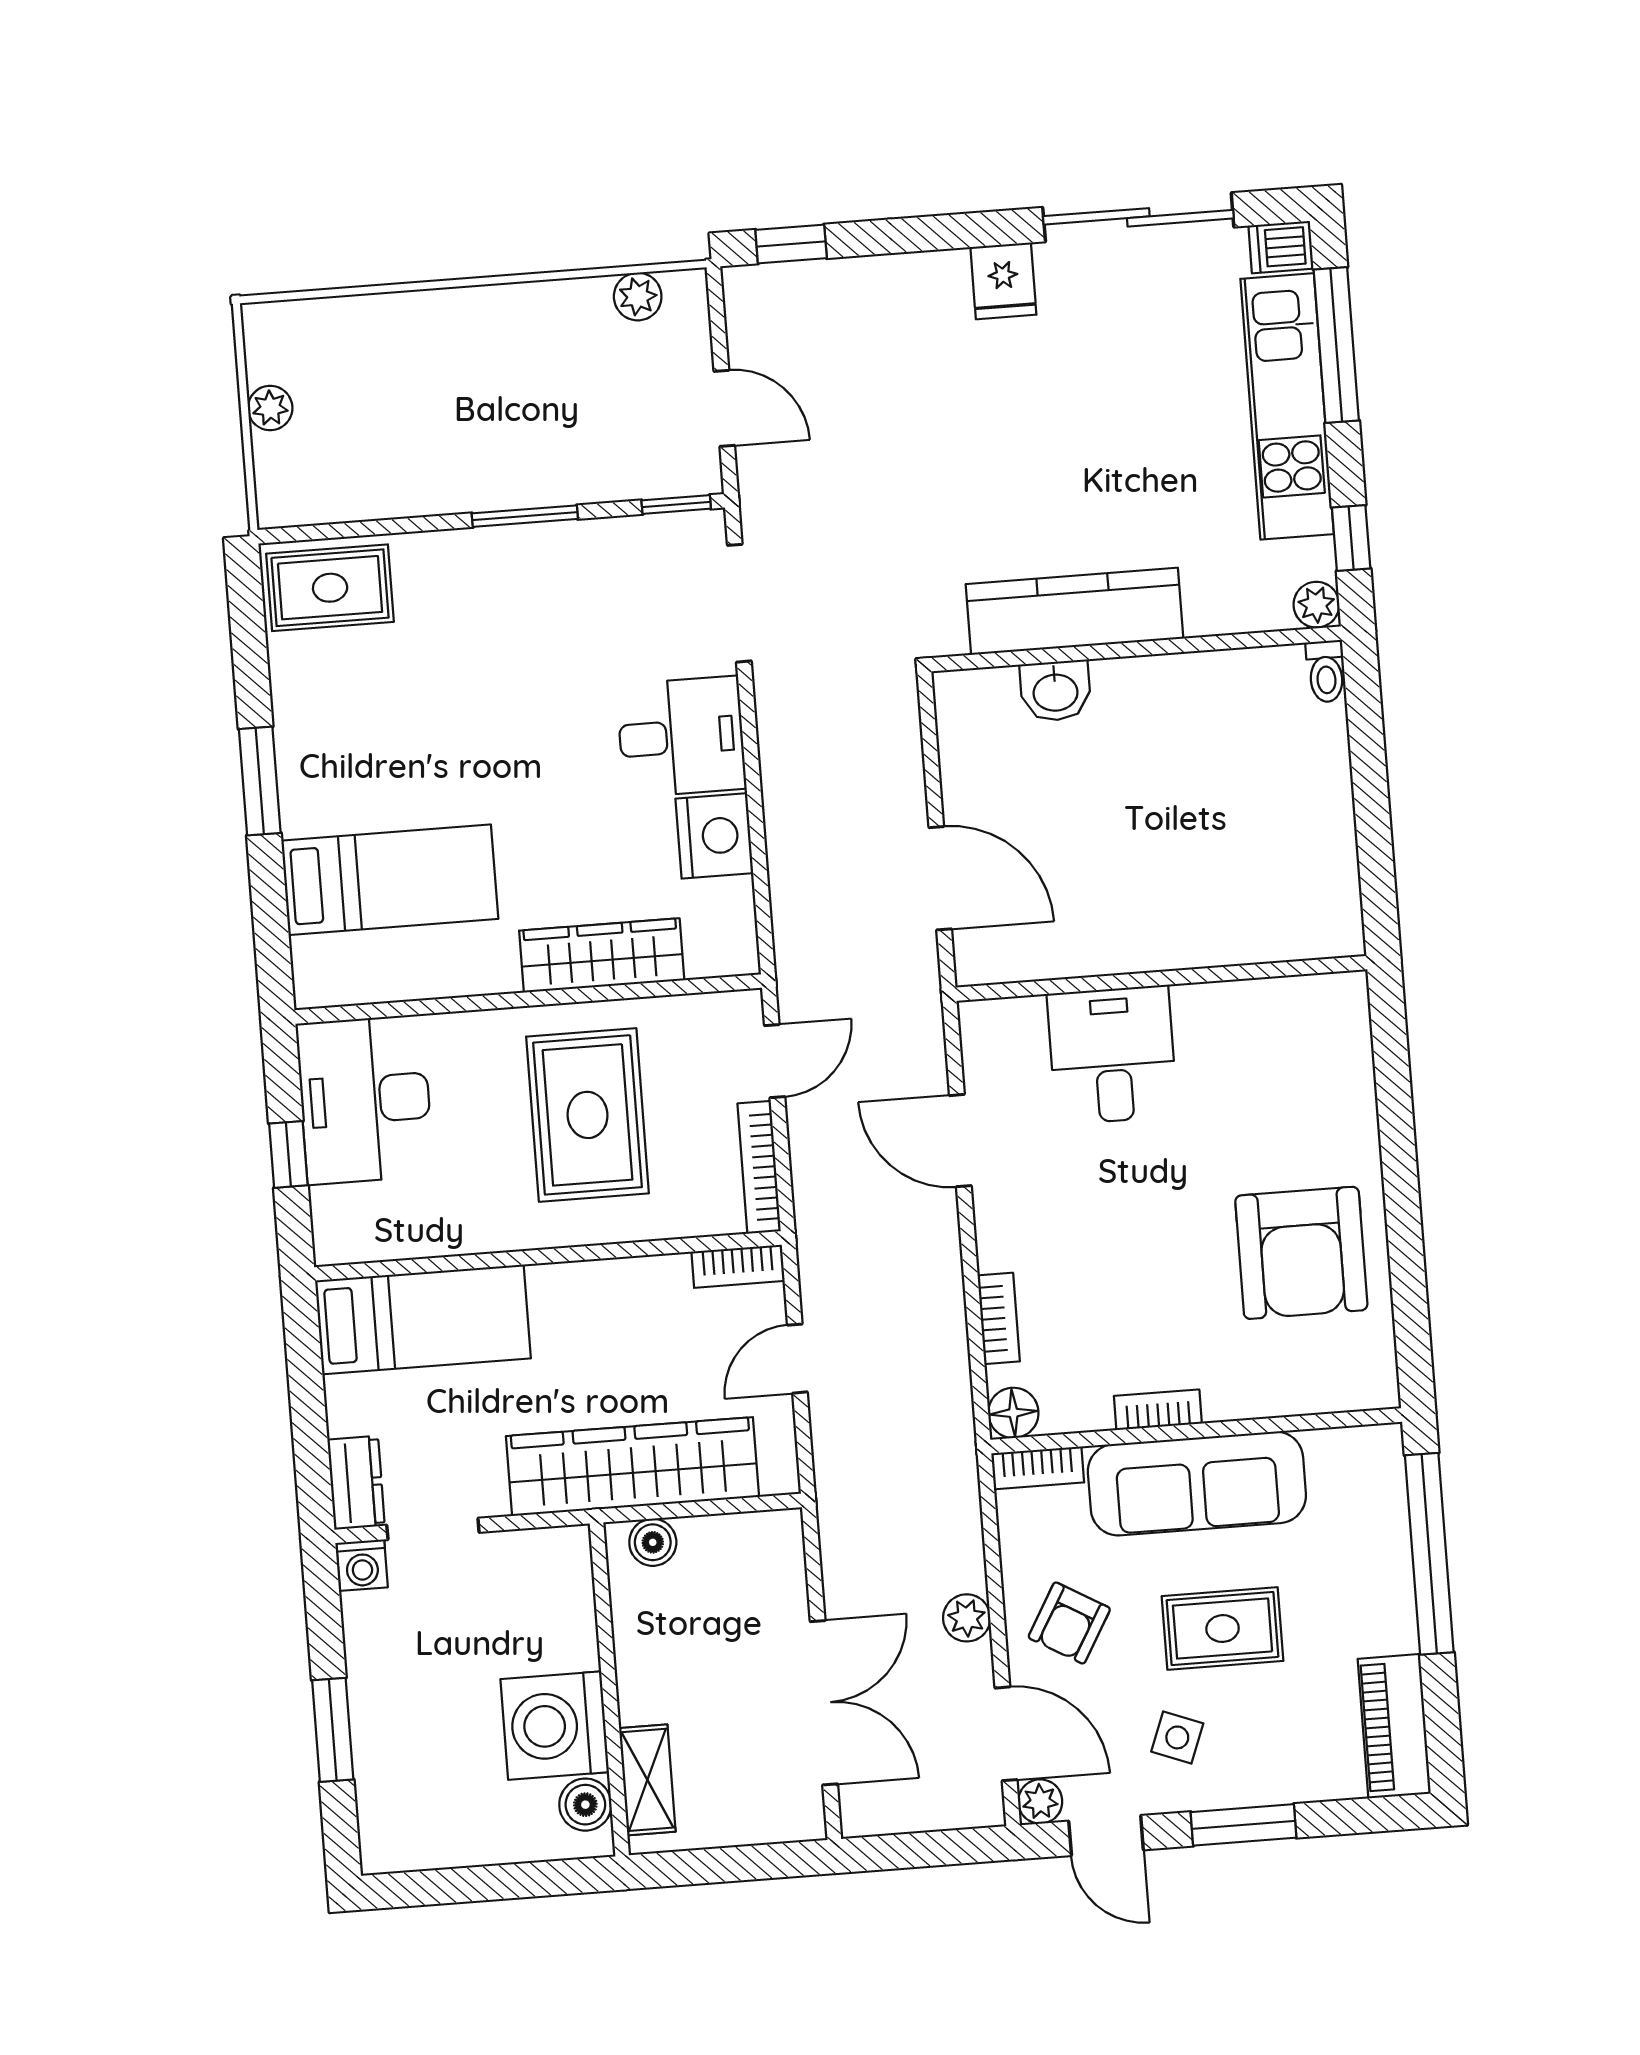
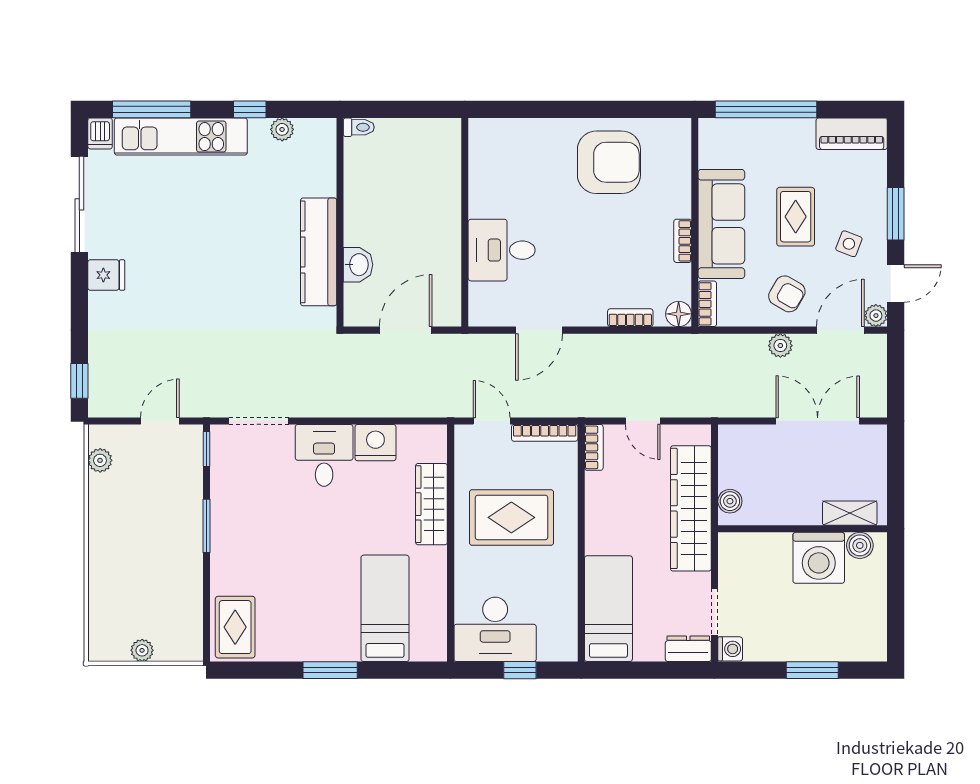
kitchen counter: (1075, 611) -> (319, 252), moved
wall: (1136, 649) -> (340, 222), moved
toilet: (1326, 671) -> (359, 127), moved
washbasin: (1055, 691) -> (358, 265), moved

